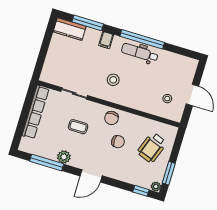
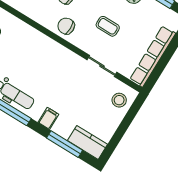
stool: (113, 80) -> (119, 100), moved
chair: (112, 118) -> (66, 26), turned -90

